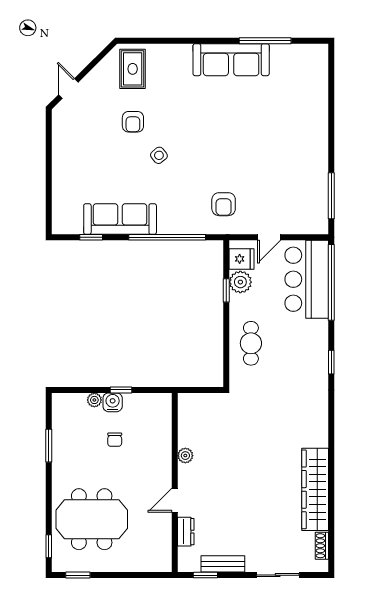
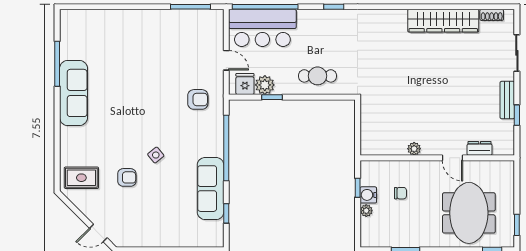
plant: (185, 456) -> (414, 149), moved
wall: (175, 483) -> (437, 158), moved
door: (175, 500) -> (452, 158), moved
dresser: (186, 532) -> (480, 148), moved

